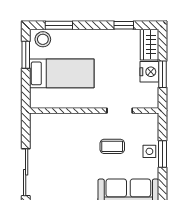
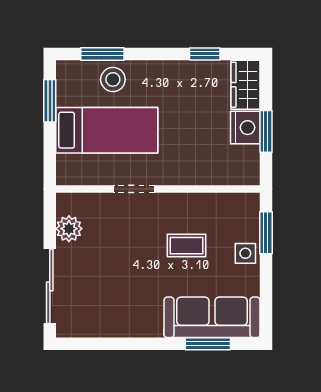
stool: (43, 39) -> (113, 79), moved
doorway: (120, 111) -> (134, 189), moved
plant: (38, 136) -> (69, 229), added
window: (162, 154) -> (266, 233), moved

